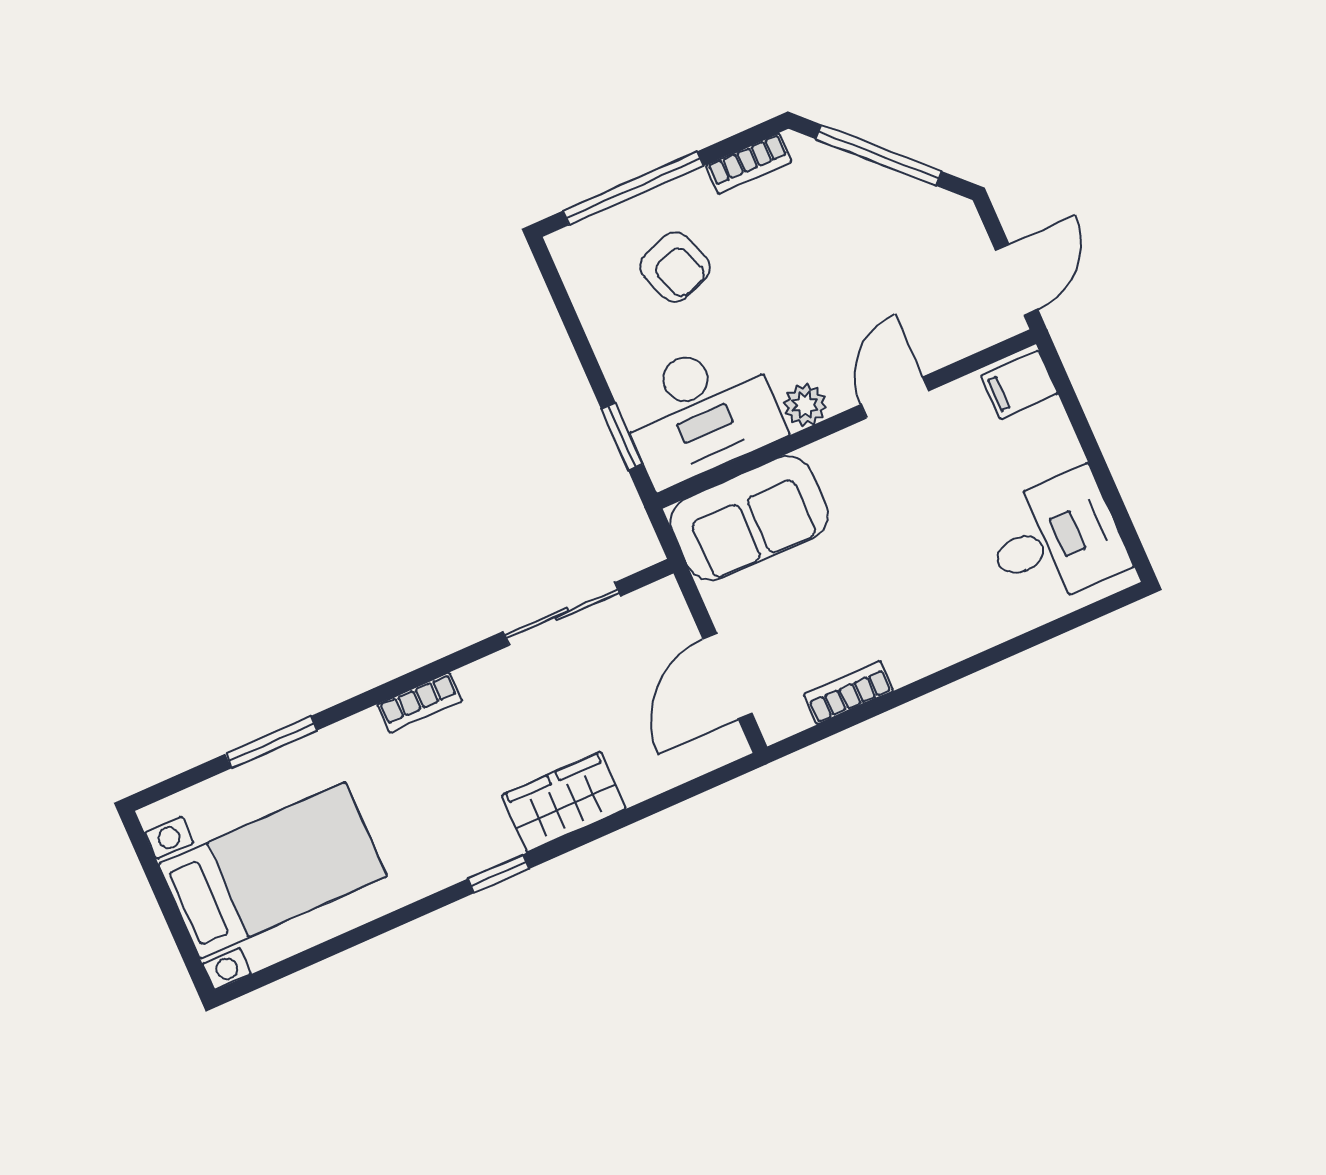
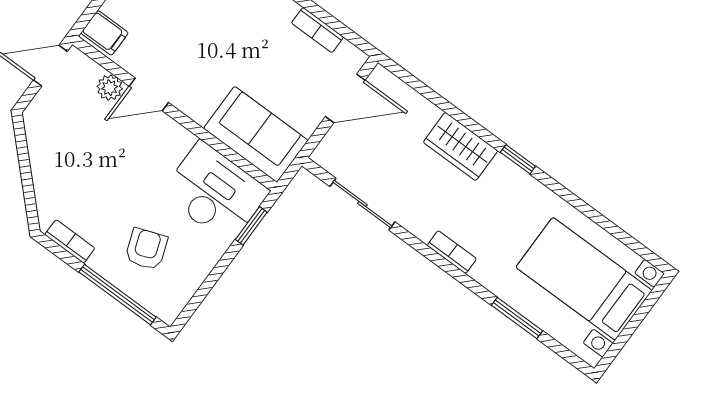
window: (878, 155) -> (26, 176), removed
plant: (805, 405) -> (110, 88), moved

